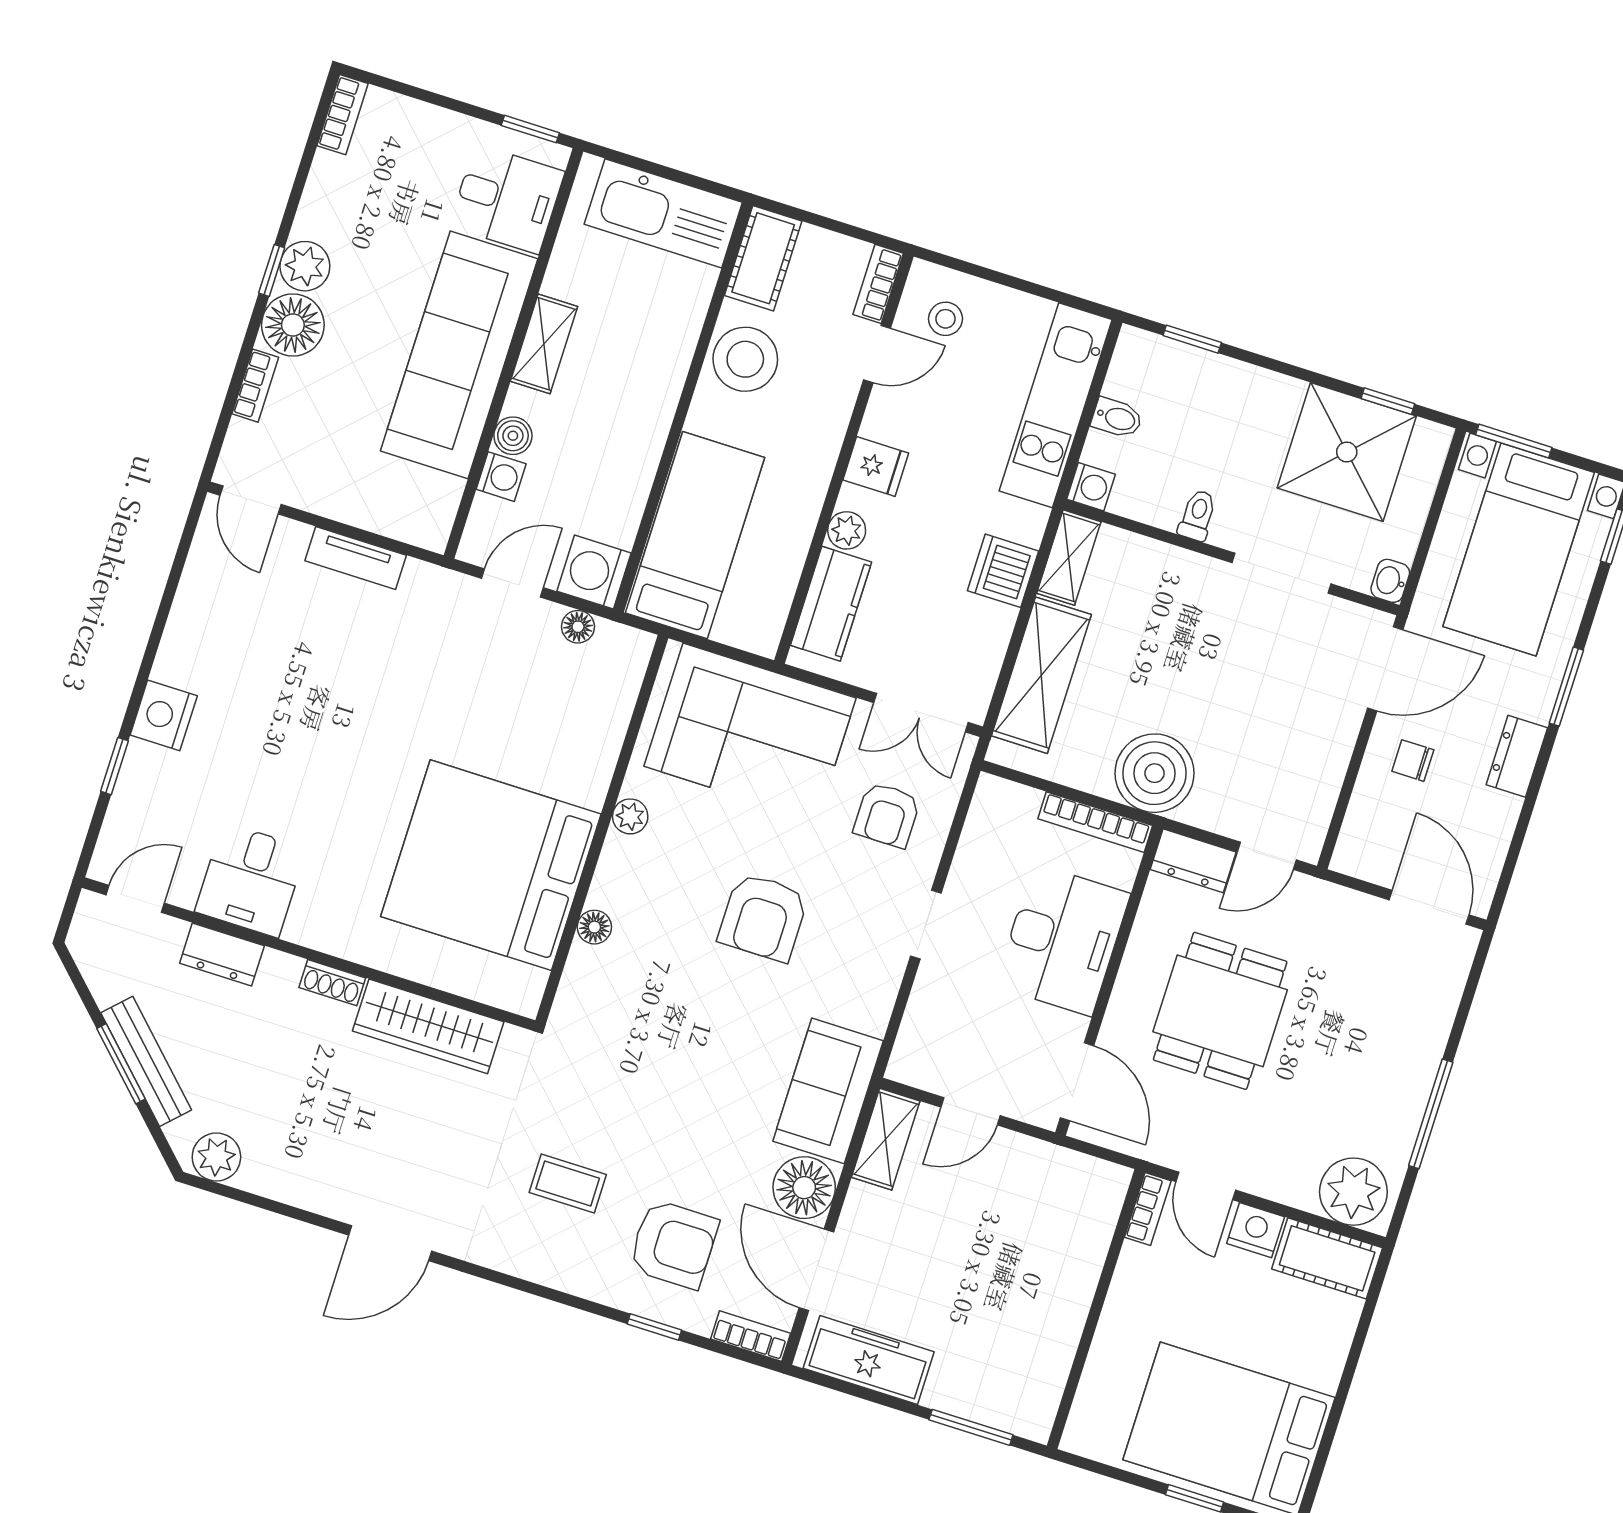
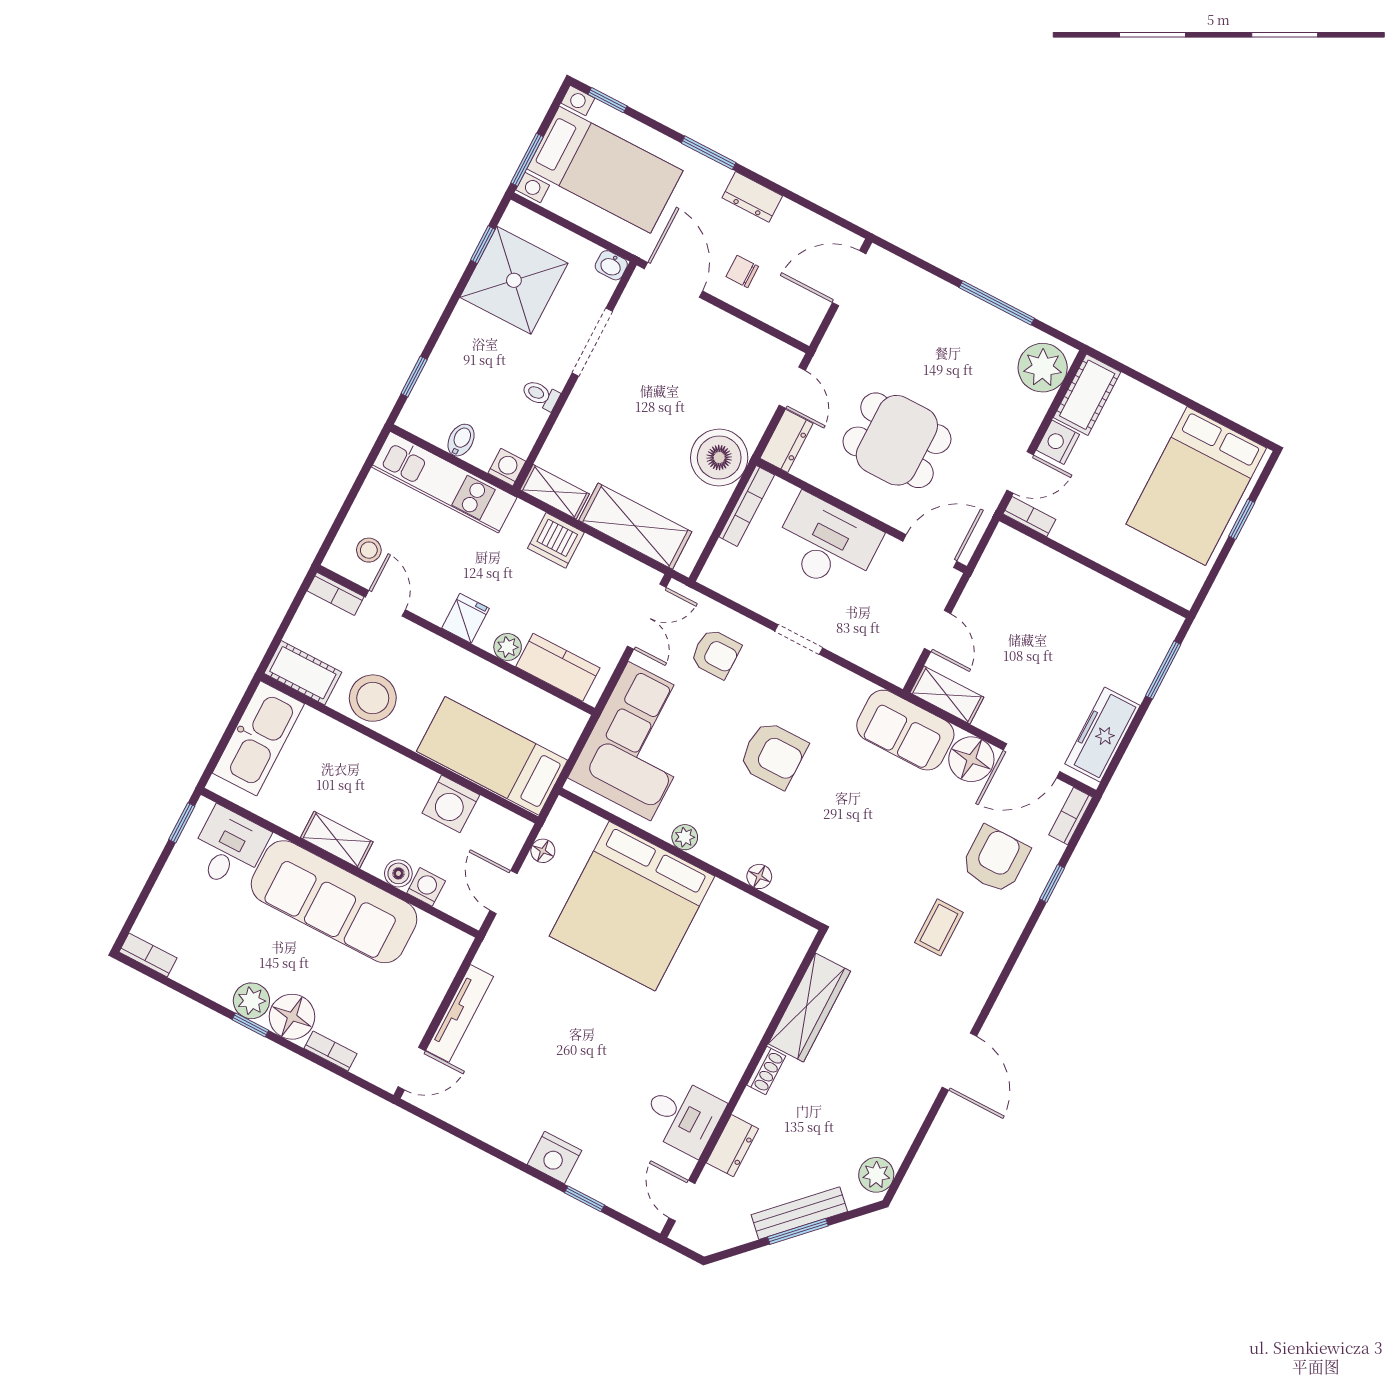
tv unit: (356, 558) -> (460, 1013), width x1.41
washing machine: (594, 572) -> (451, 804), moved
chair: (1413, 761) -> (742, 272), turned 90
bed: (491, 865) -> (632, 906), moved

